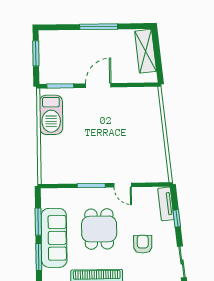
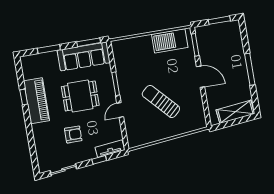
sun lounger: (120, 136) -> (161, 101), added
window: (38, 222) -> (89, 42), moved
sofa: (54, 238) -> (84, 56), moved

